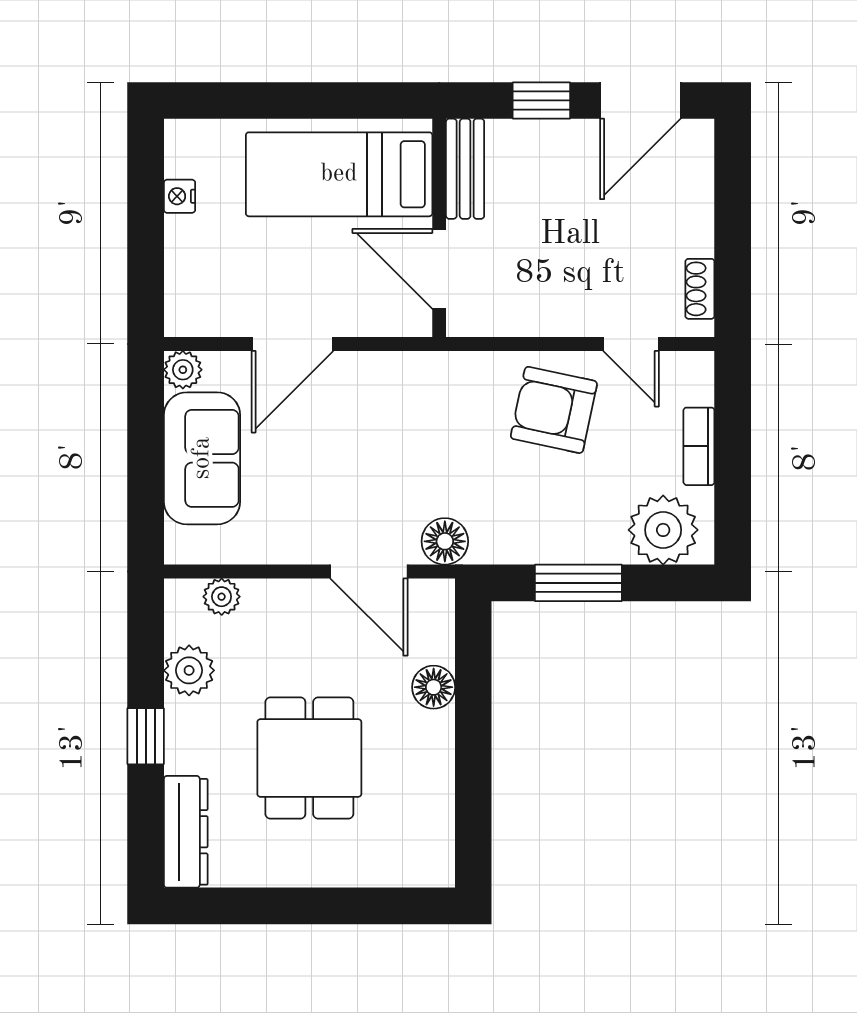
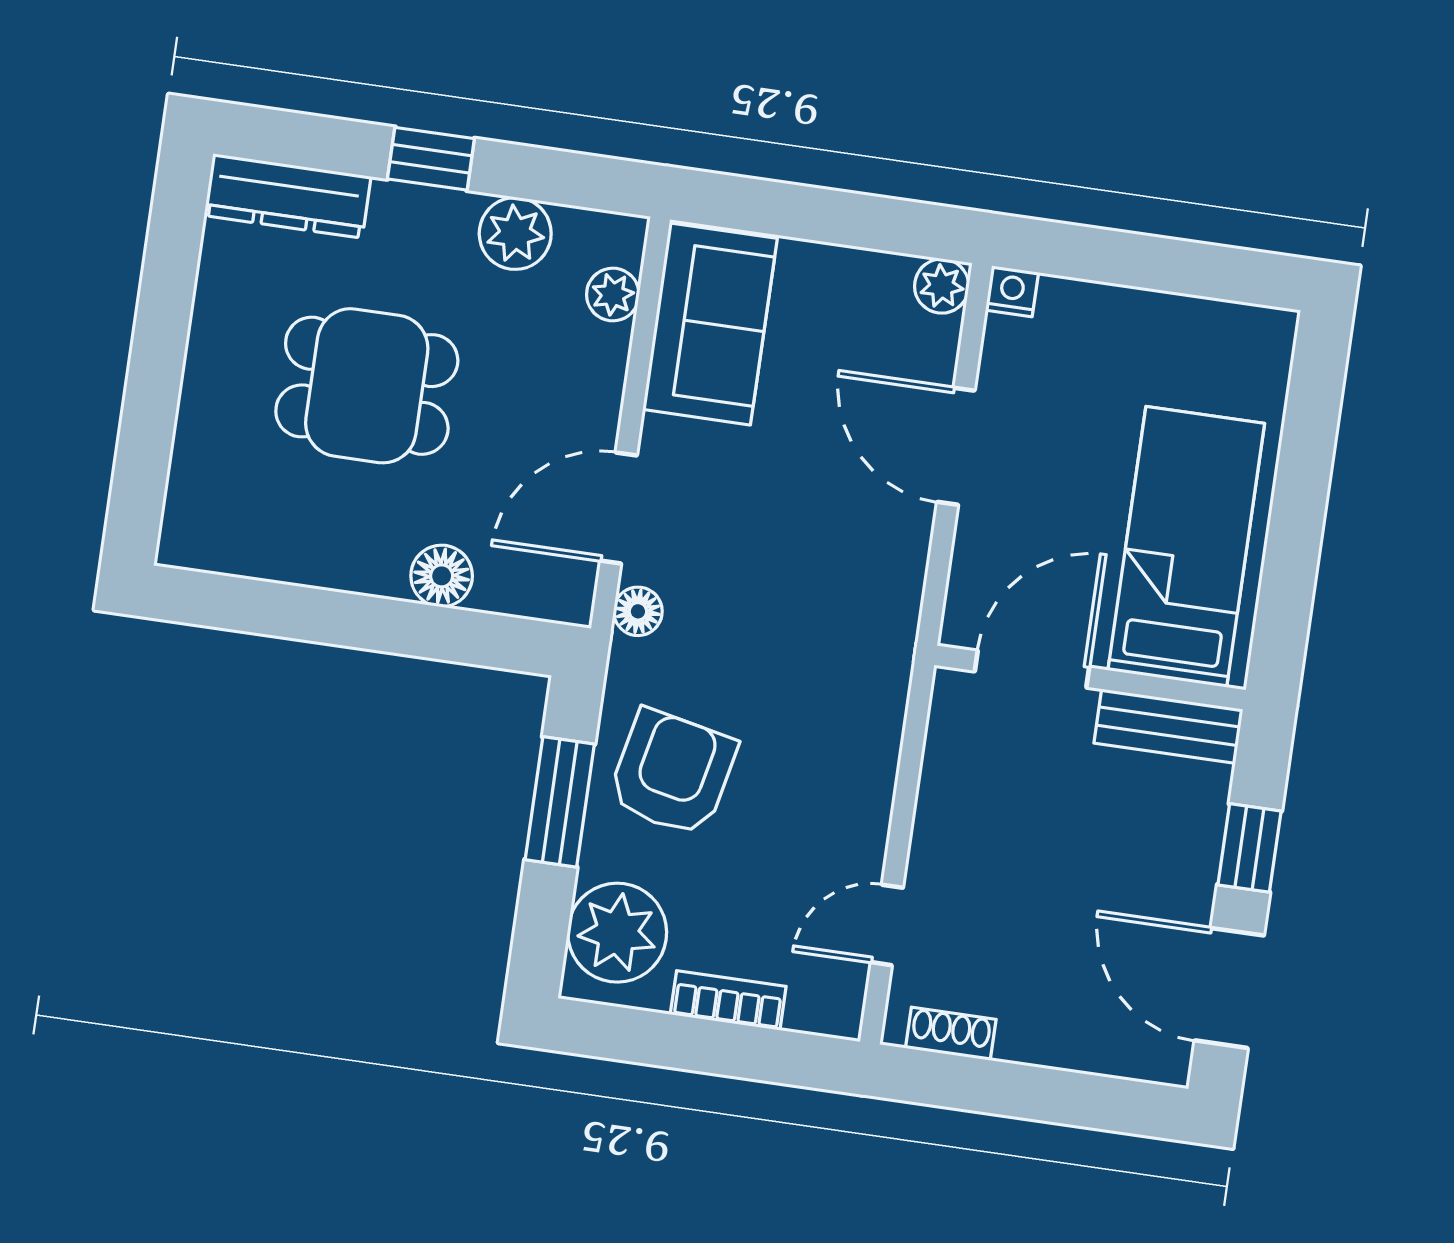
nightstand: (180, 196) -> (1012, 291), moved
armchair: (554, 410) -> (672, 773), moved
sofa: (202, 458) -> (710, 324), moved, turned -90
floor lamp: (445, 541) -> (638, 611), width x0.73, depth x0.73

